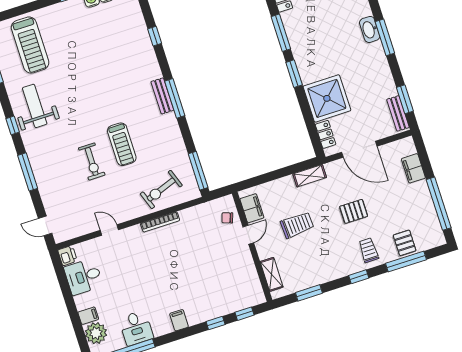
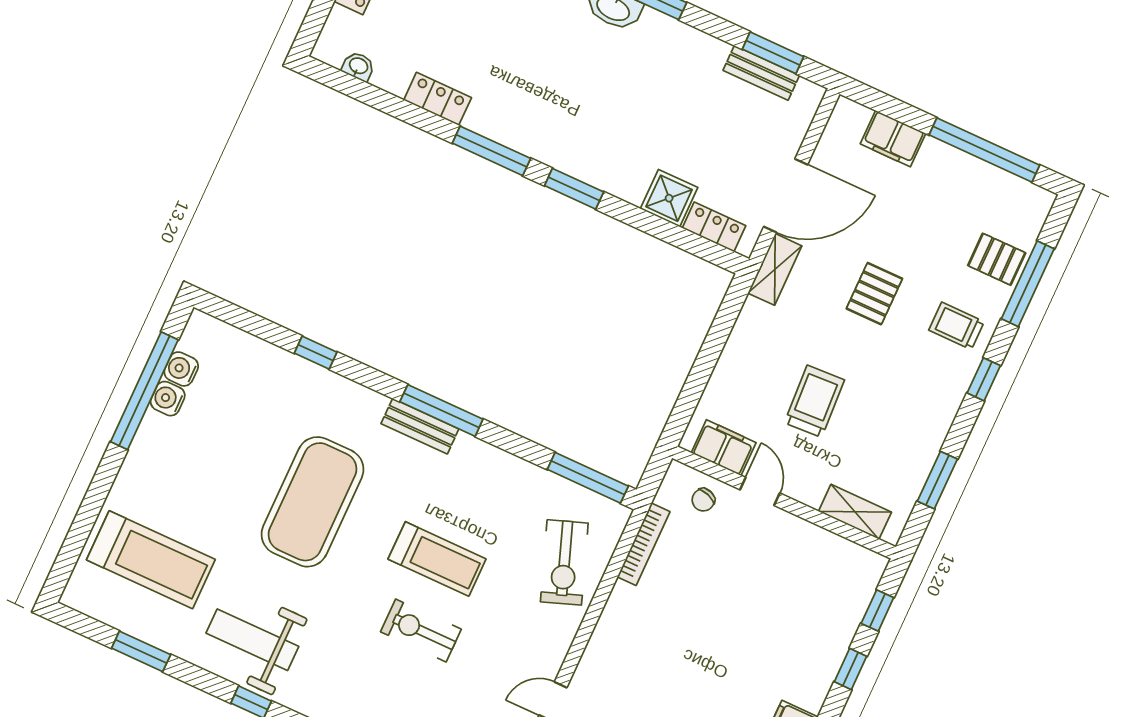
exercise mat: (102, 83) -> (312, 502), added
shower: (327, 98) -> (669, 198), width x0.54, depth x0.54
bench: (398, 113) -> (761, 73), moved
exercise bike: (92, 161) -> (421, 631), turned 180
shelving: (310, 176) -> (775, 269), moved
bookcase: (160, 222) -> (644, 544), moved

